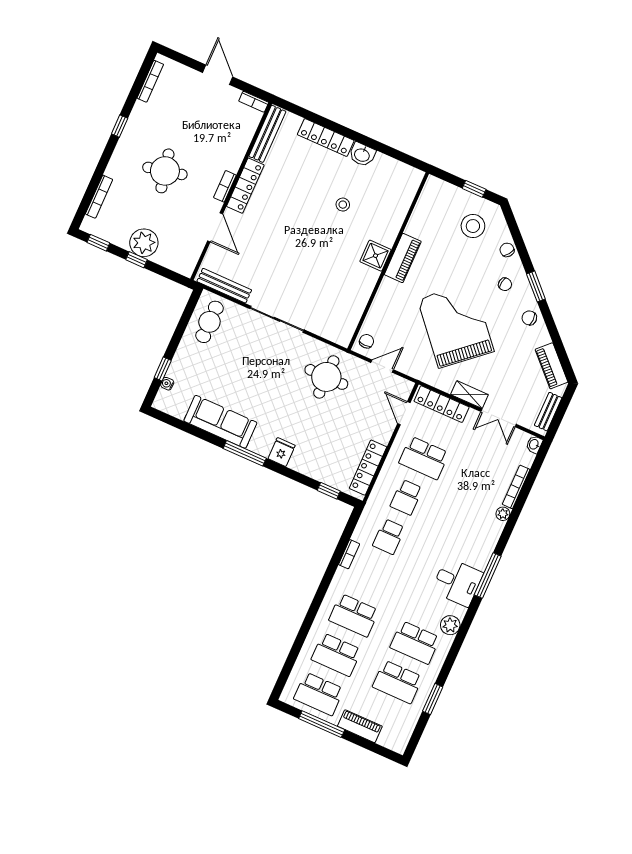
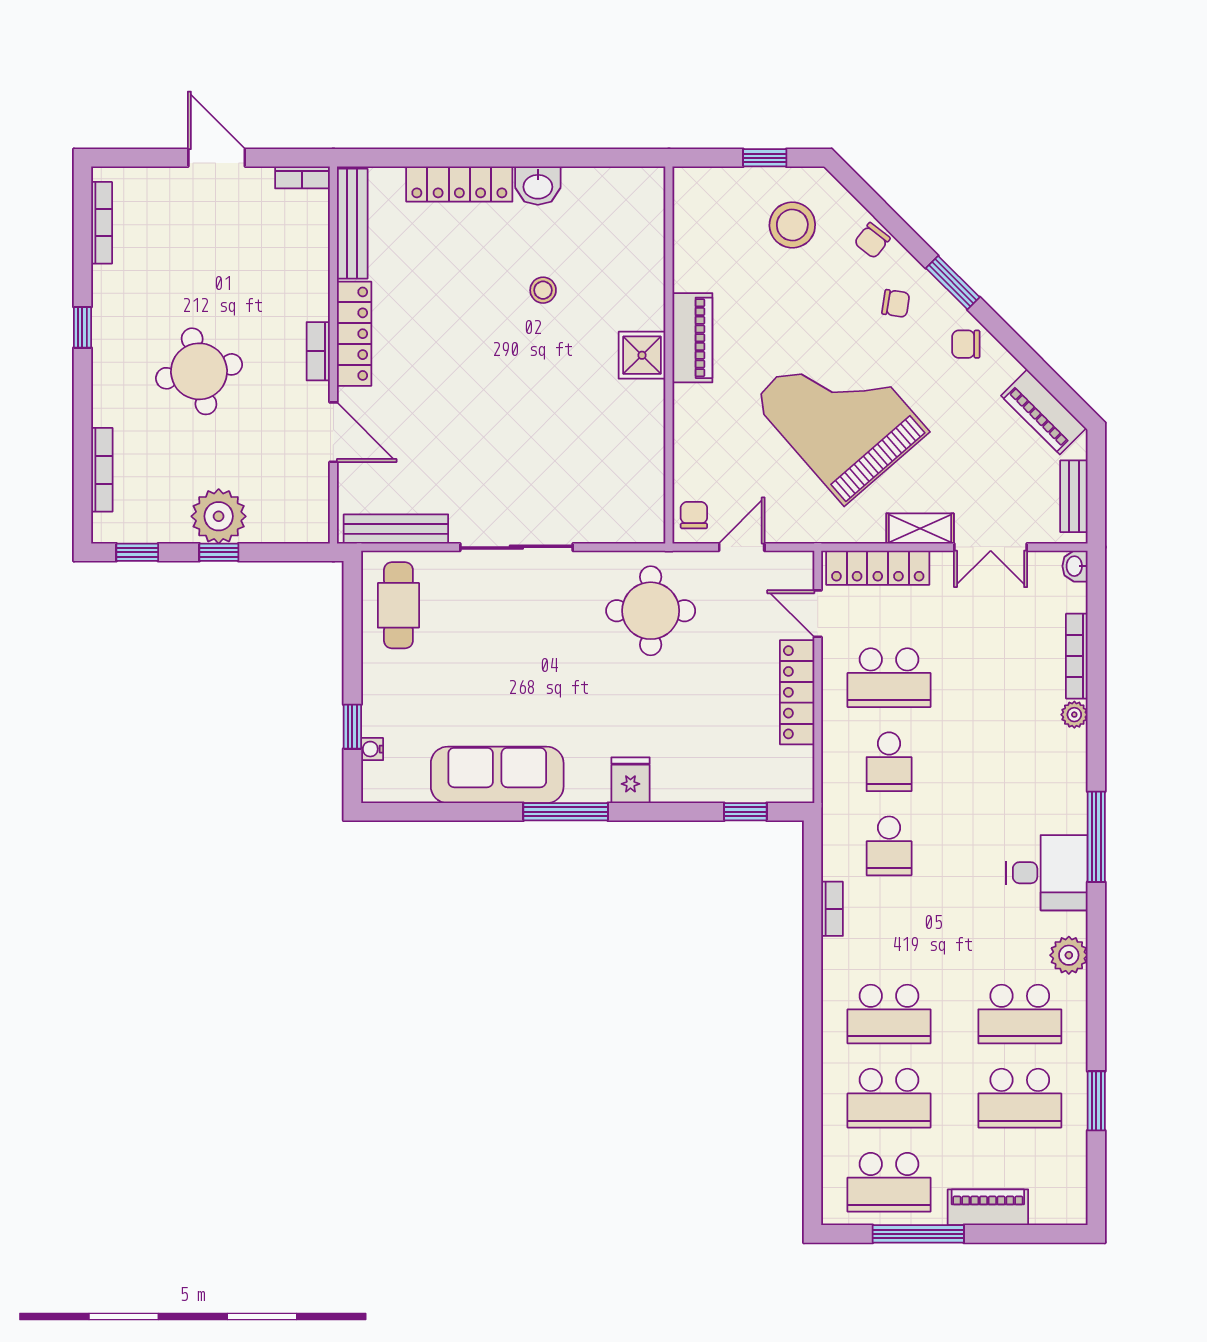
chair: (507, 250) -> (872, 241), turned -89
locker: (368, 468) -> (797, 692), moved

